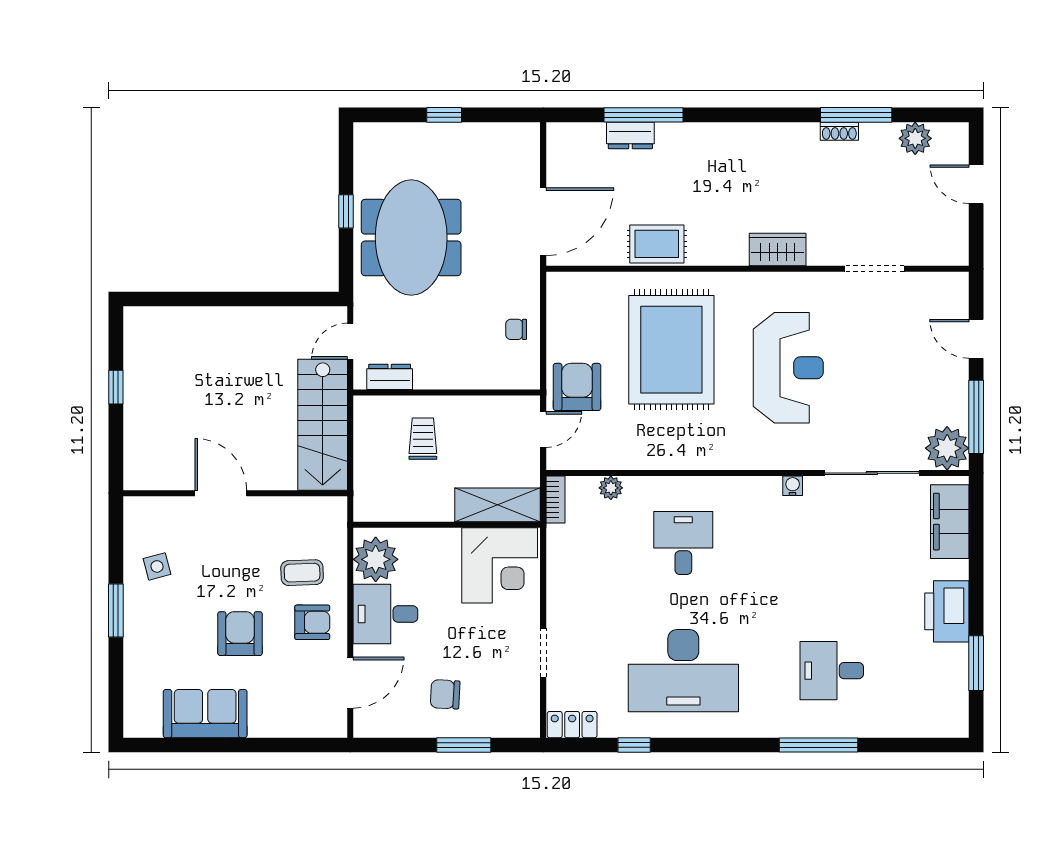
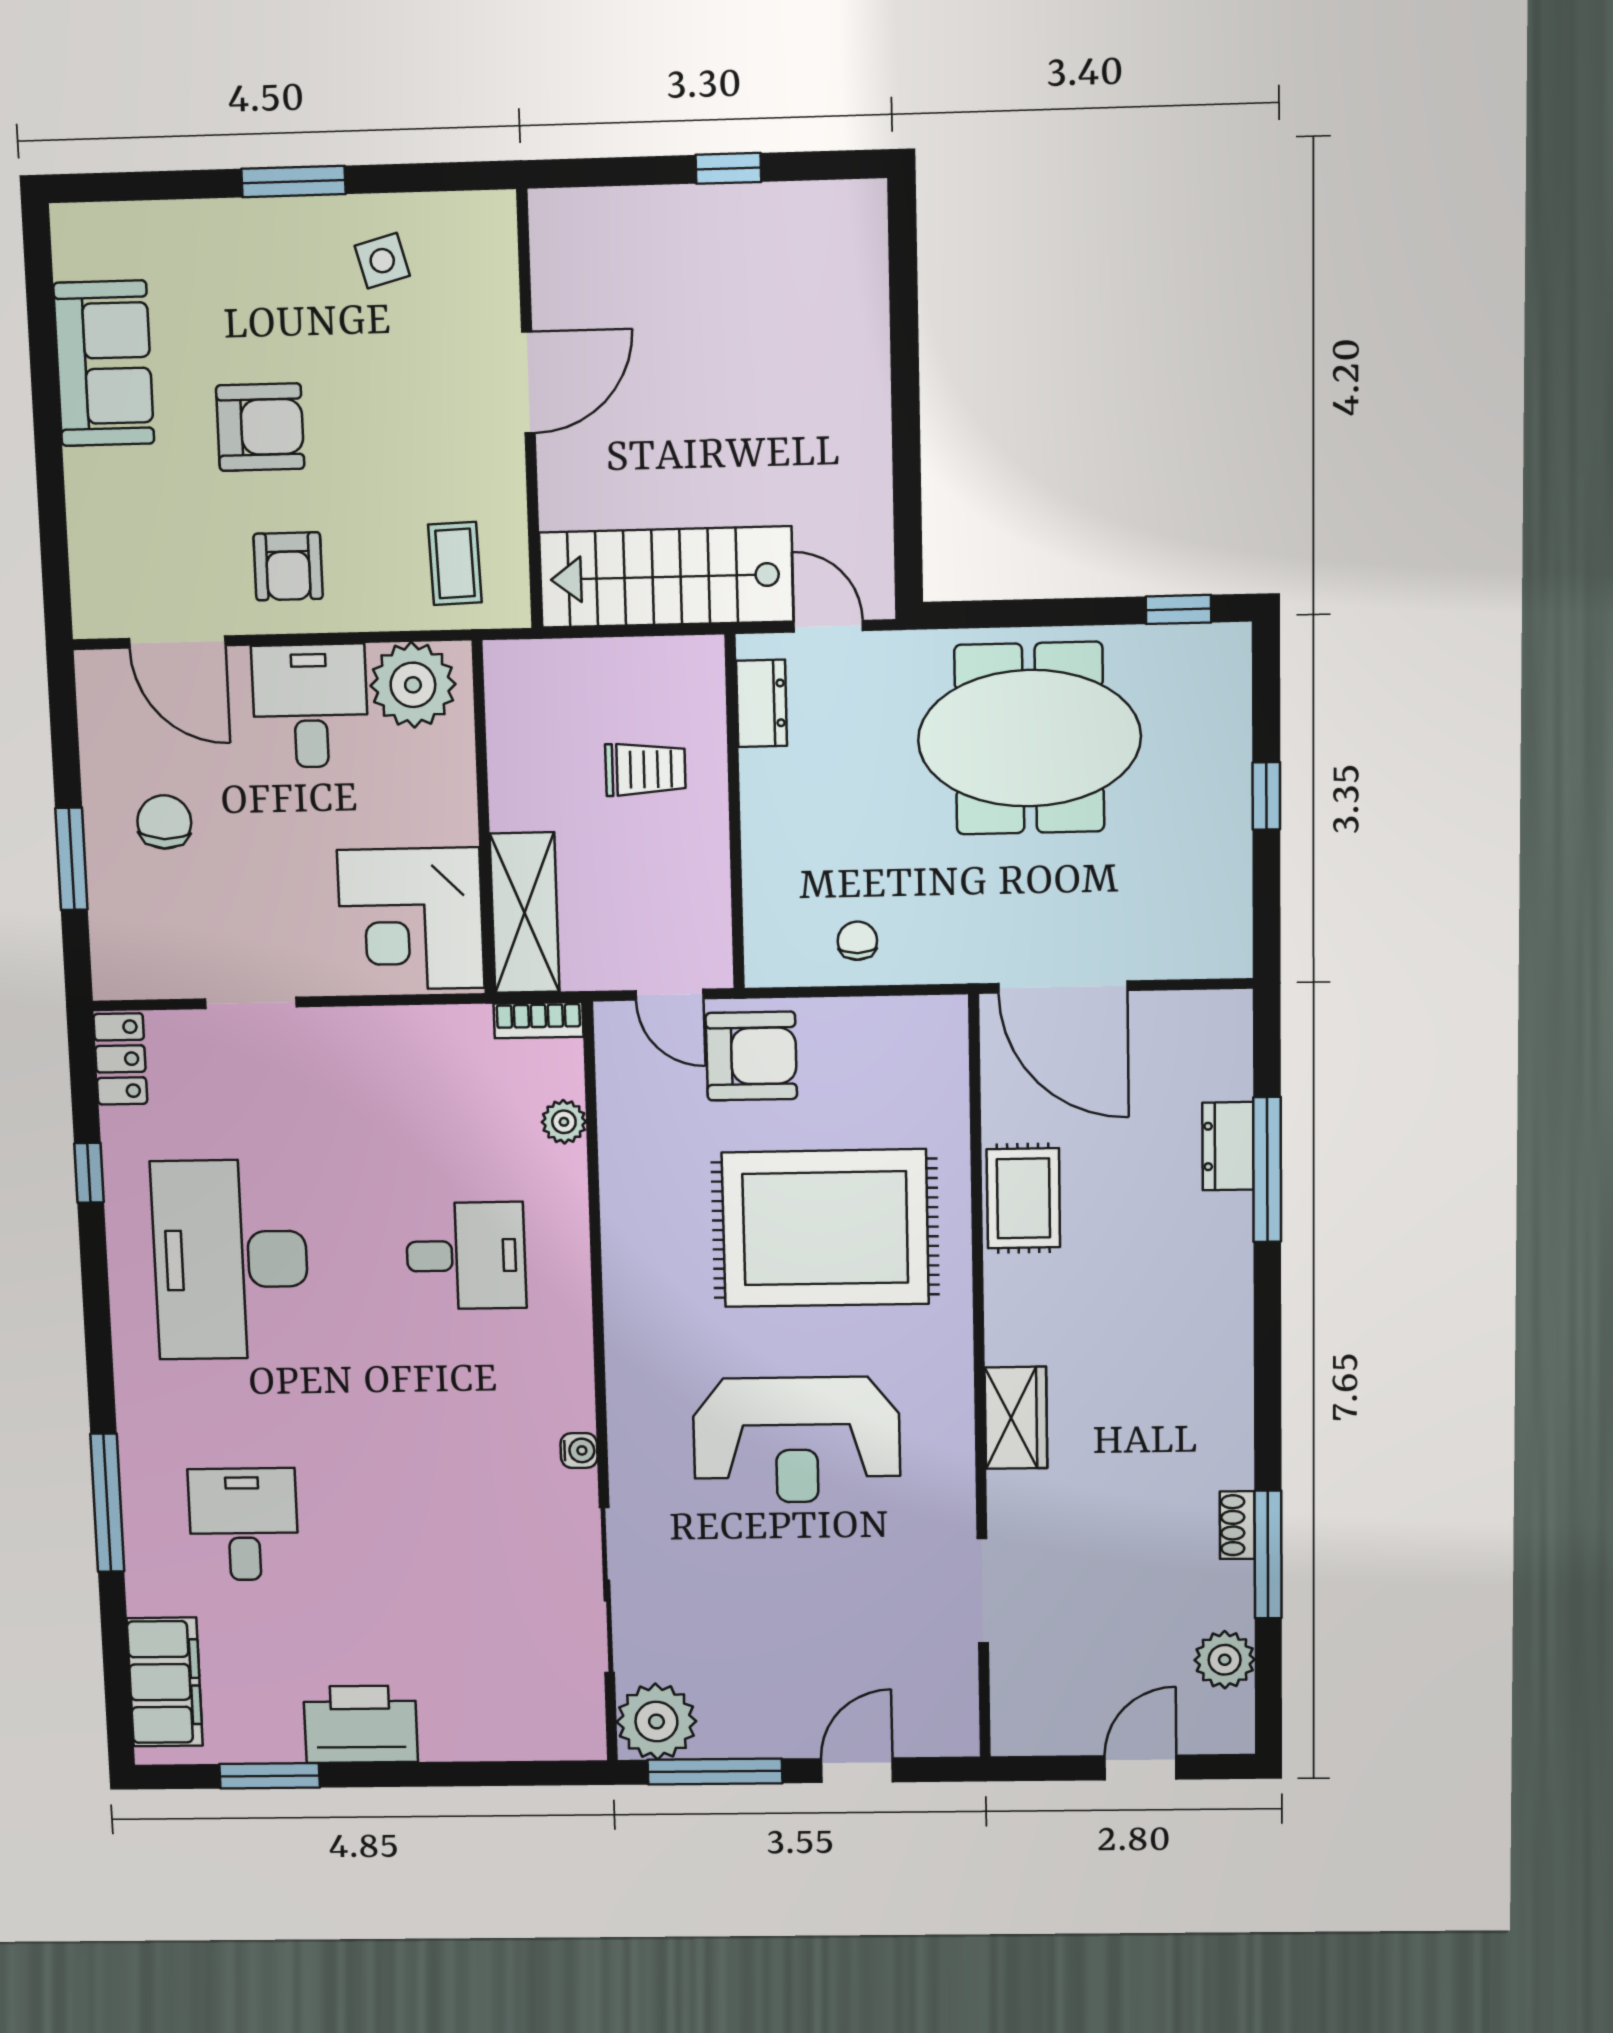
window: (346, 211) -> (1178, 609), moved
filing cabinet: (950, 522) -> (165, 1682), moved, turned 90
coffee table: (302, 573) -> (455, 563), moved

